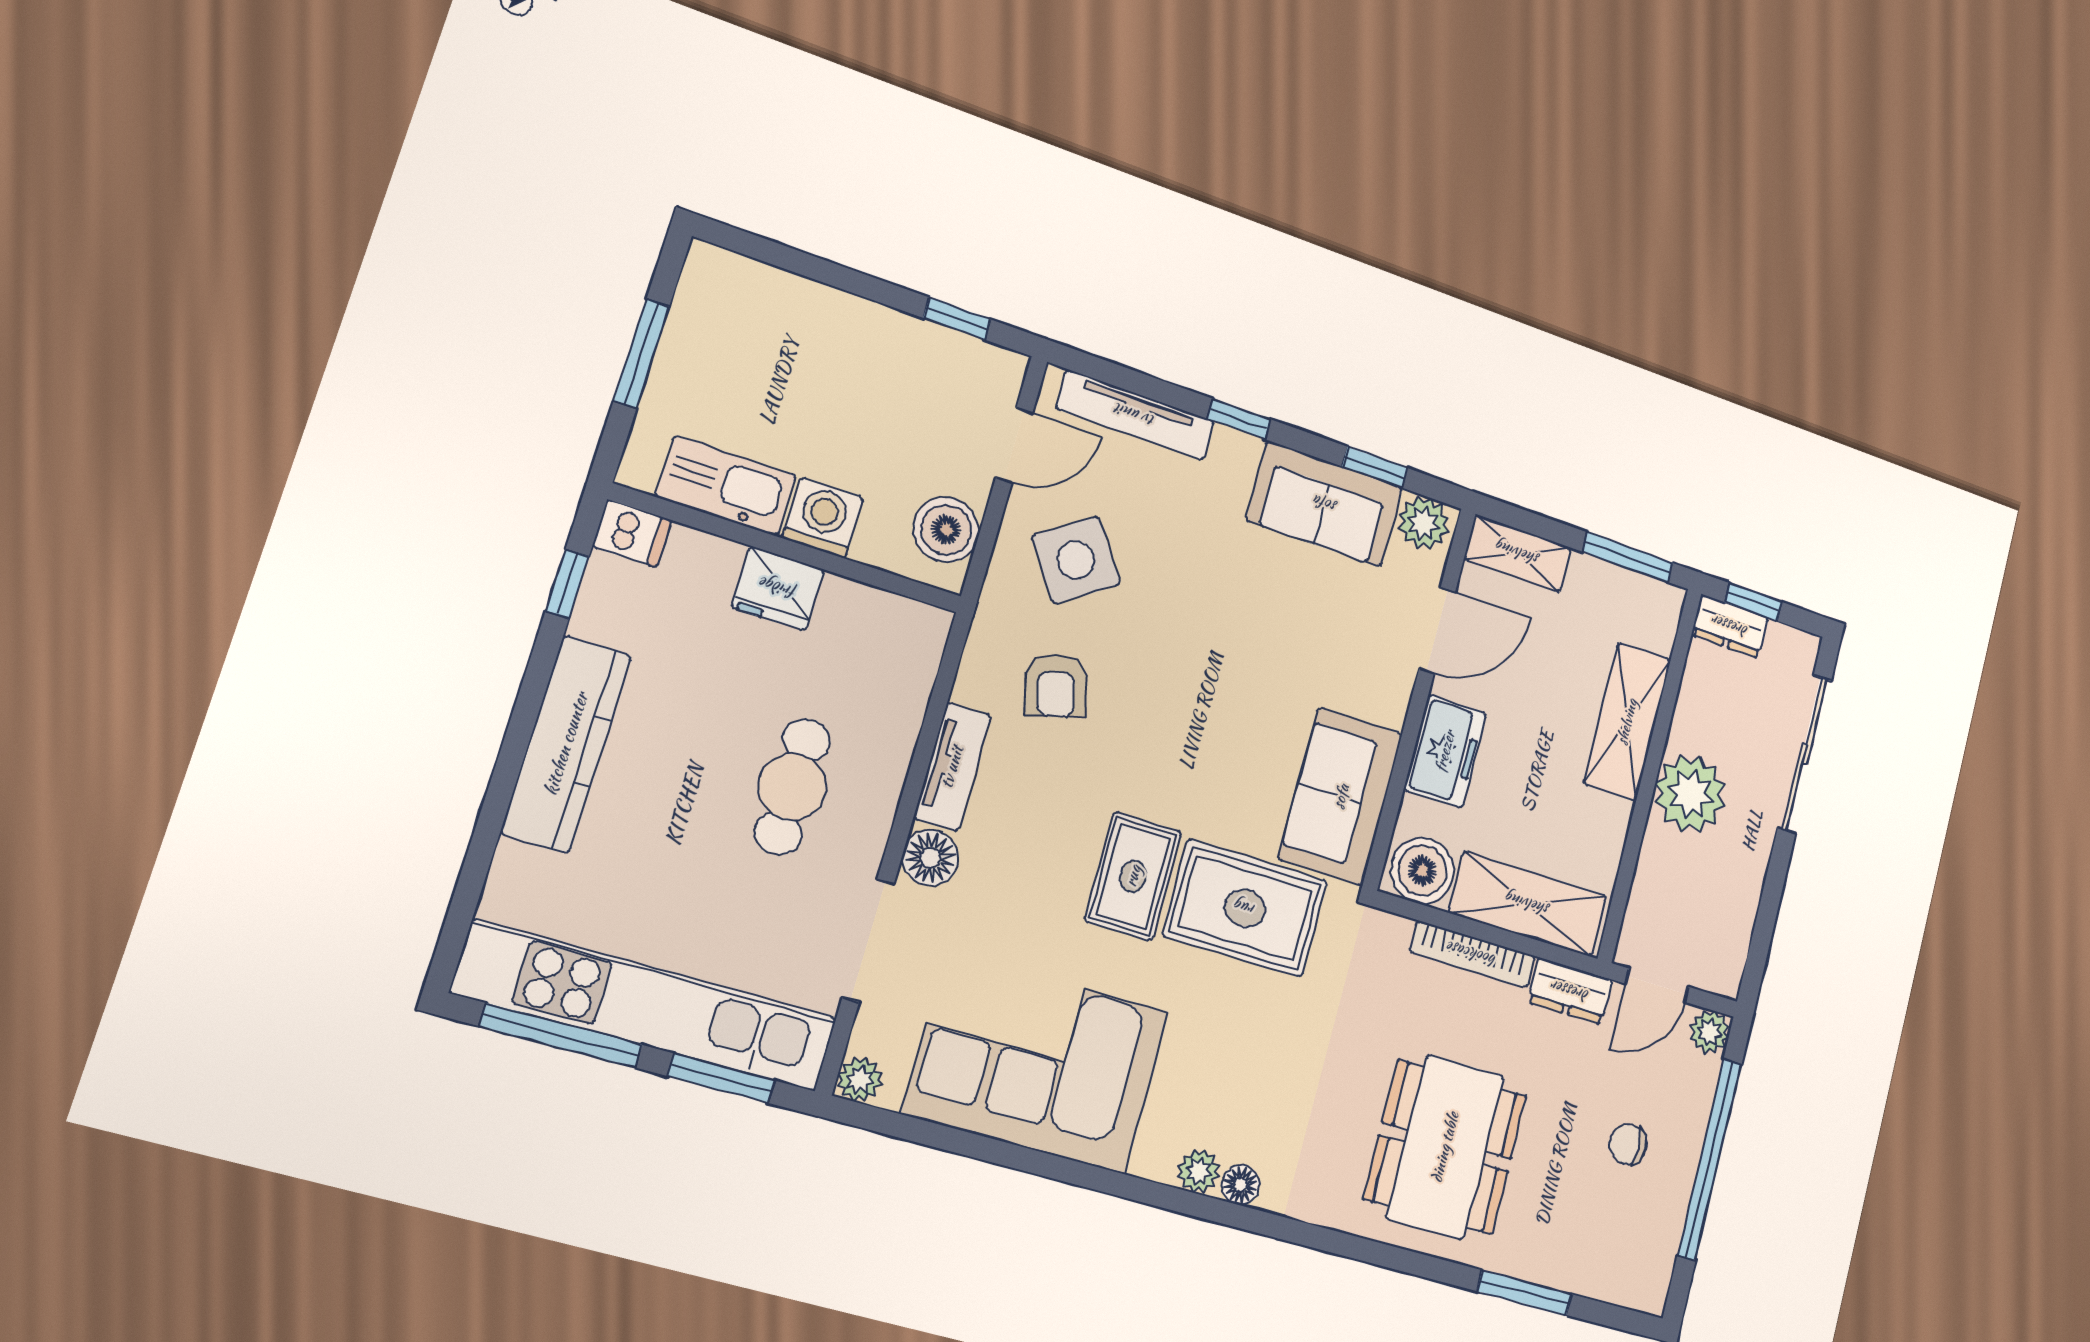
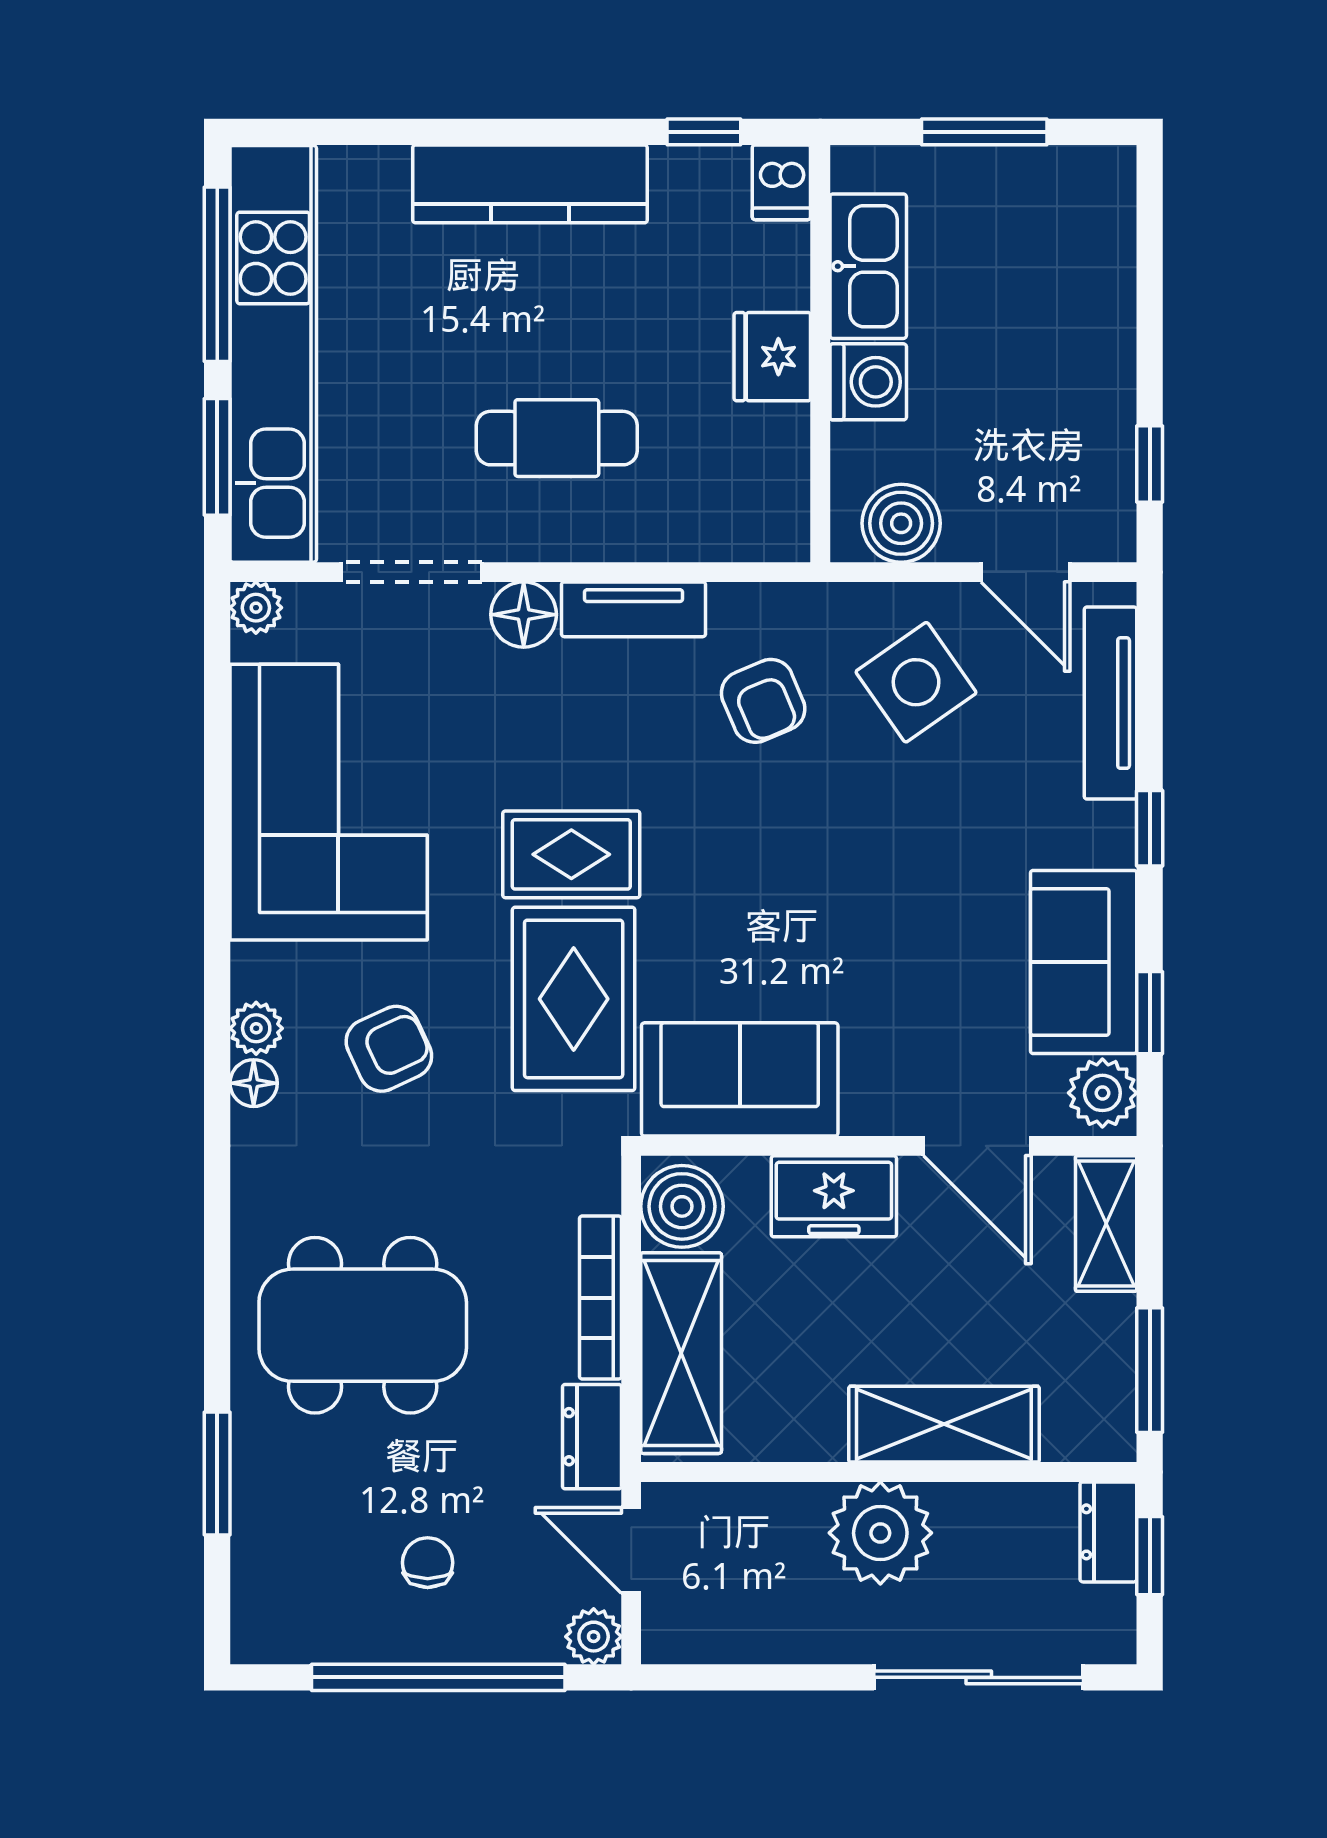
armchair: (1056, 686) -> (763, 701), turned -98
armchair: (1243, 1067) -> (389, 1049), added

